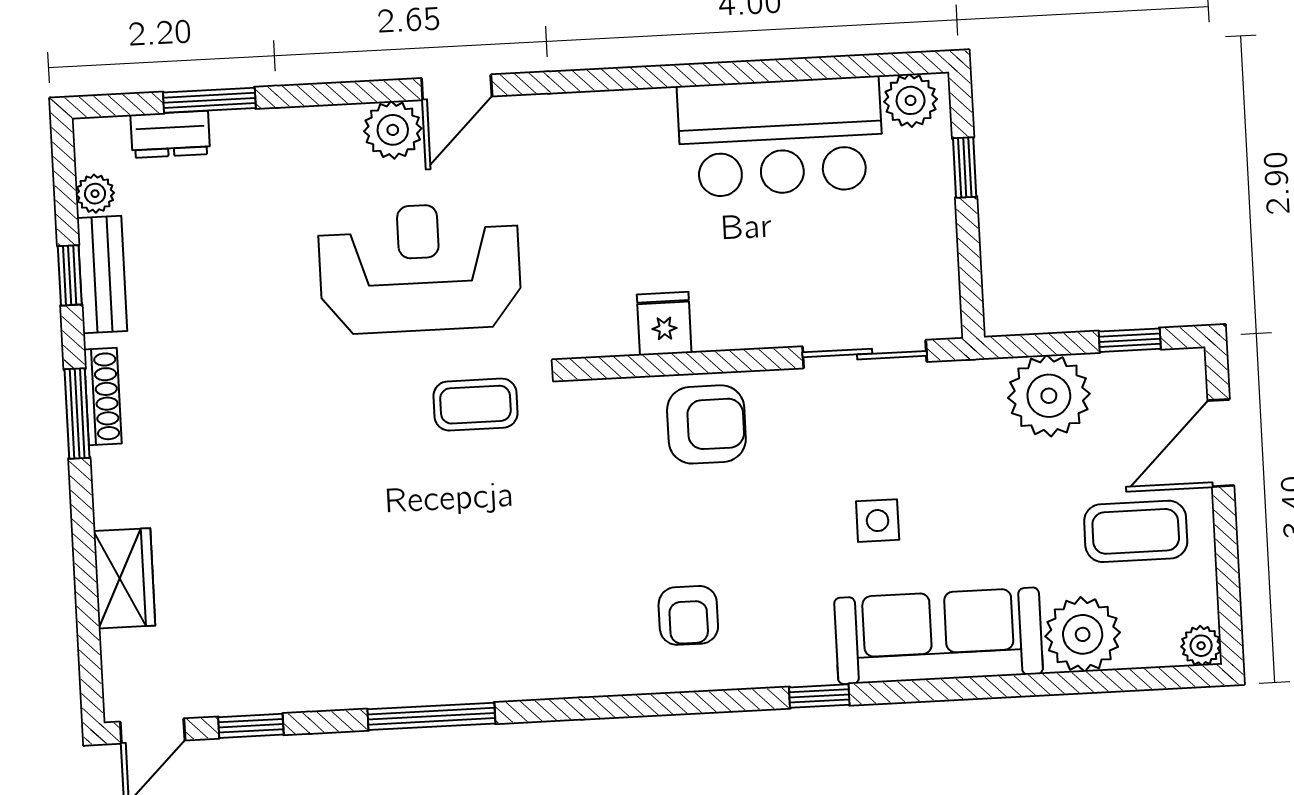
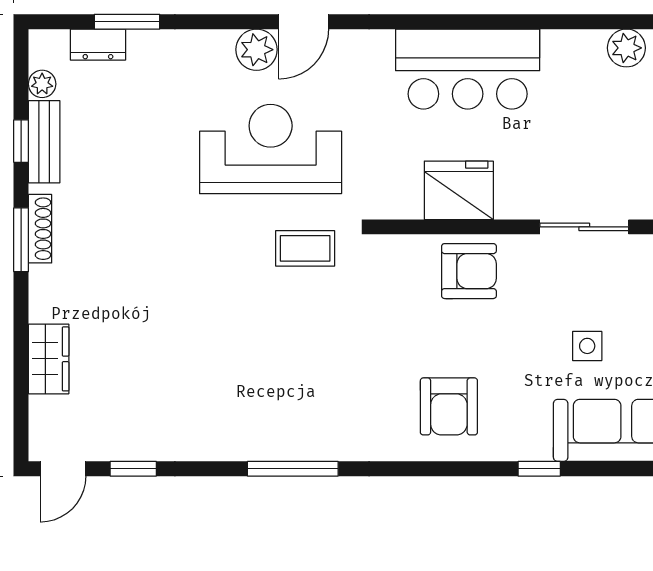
bar counter: (781, 137) -> (468, 69), moved
fridge: (664, 324) -> (459, 190), width x1.88, depth x1.34
armchair: (688, 615) -> (449, 406), width x1.38, depth x1.38
window: (431, 716) -> (293, 469), moved

